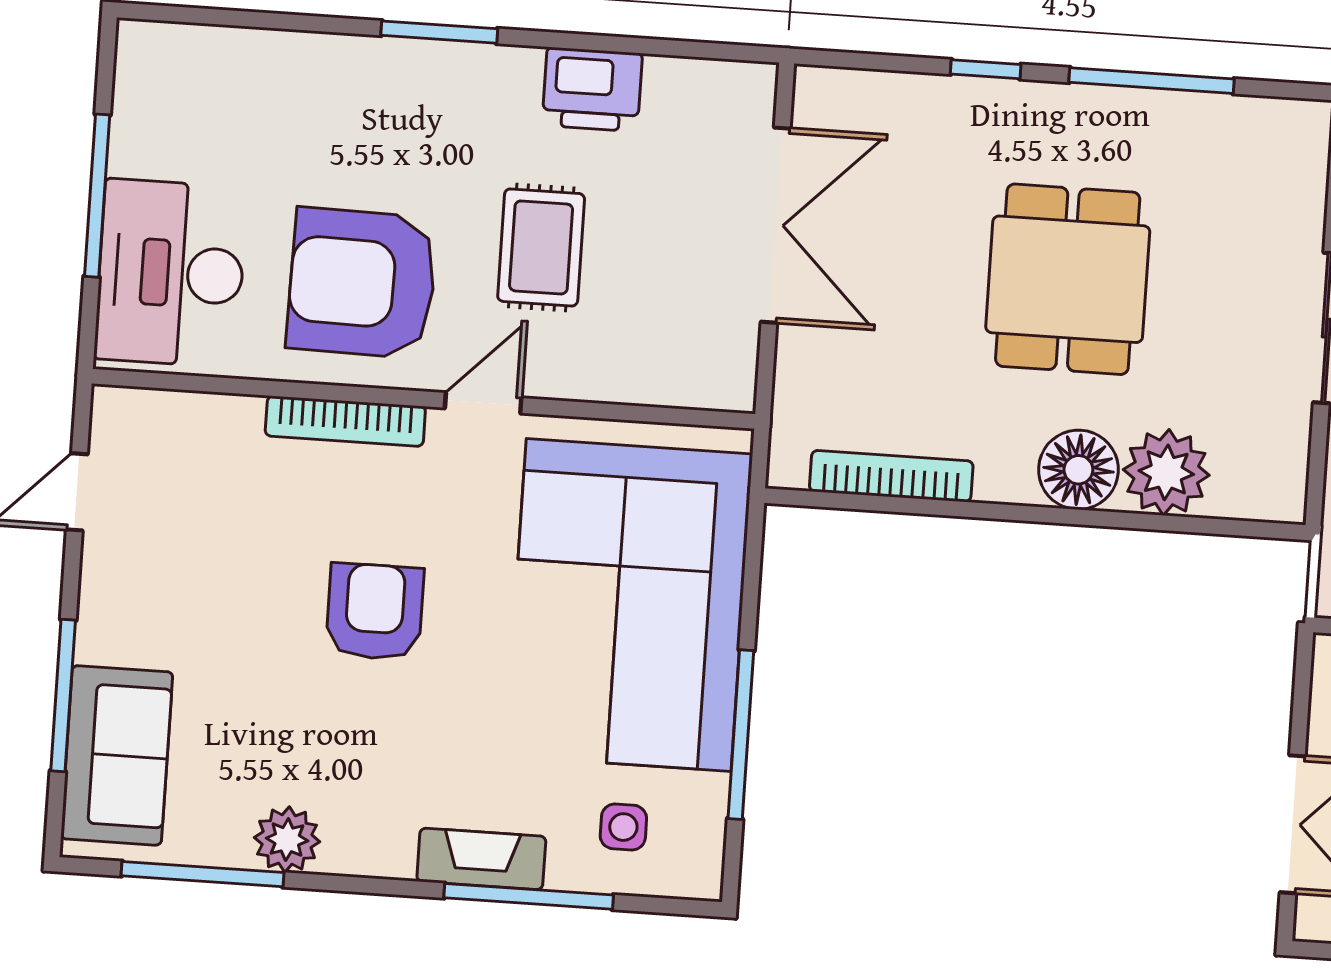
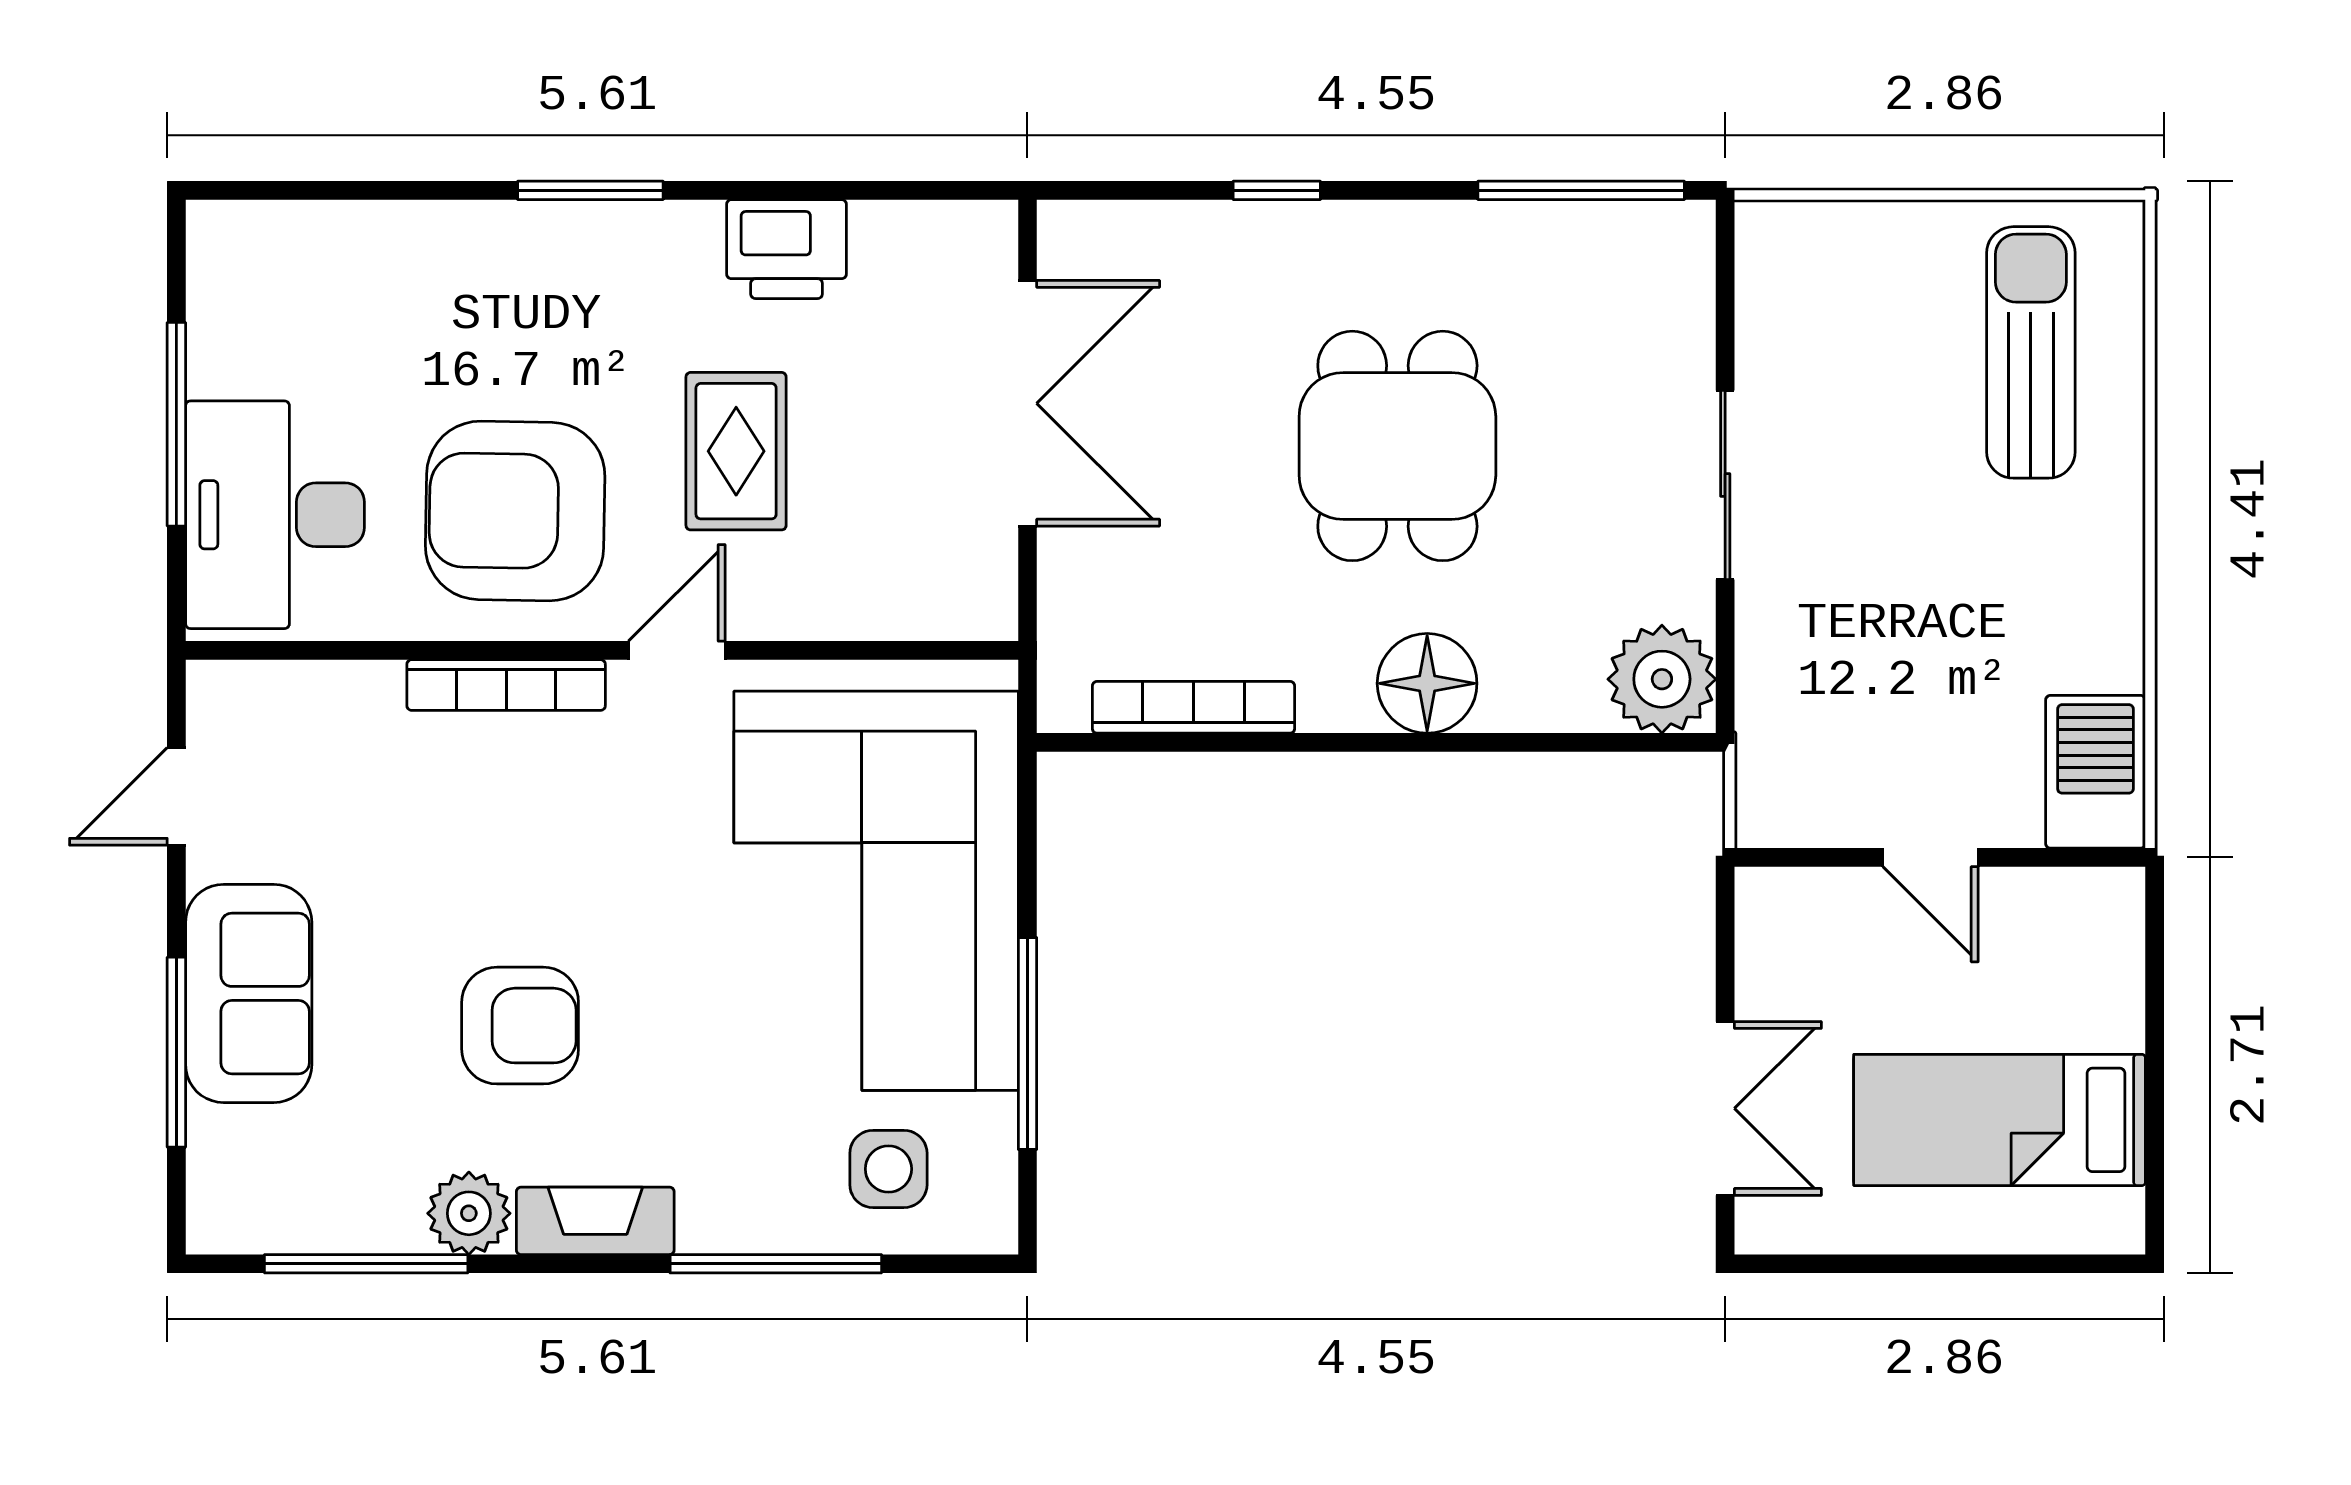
window: (1151, 81) -> (1581, 190), moved
plant: (1166, 472) -> (1662, 679), moved
armchair: (375, 612) -> (520, 1026), moved, turned 90
sofa: (117, 755) -> (249, 993), moved
side table: (623, 827) -> (888, 1169), width x1.37, depth x1.37
fireplace: (481, 859) -> (595, 1221), moved

